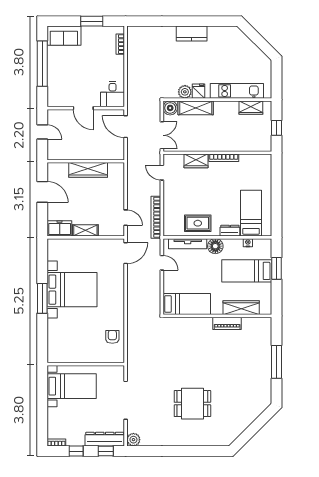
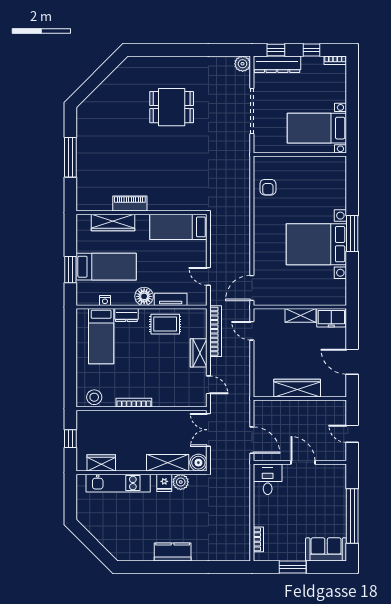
wardrobe: (196, 161) -> (199, 353), moved, turned -90
stool: (257, 162) -> (94, 397), added
tv unit: (188, 244) -> (171, 299), width x0.71

